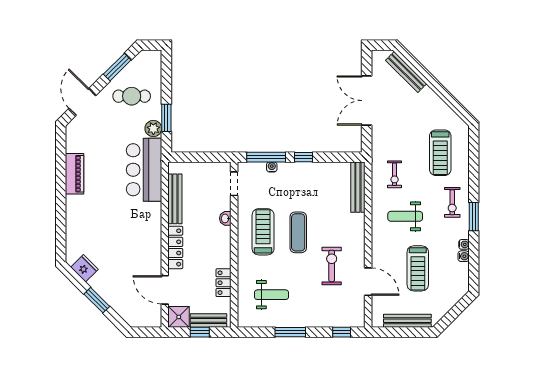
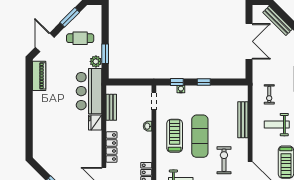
double door: (367, 101) -> (249, 41), swing flipped
window: (266, 157) -> (177, 82), width x0.46
piano: (75, 174) -> (39, 76), moved
bench: (358, 187) -> (243, 120), moved
bench: (175, 199) -> (111, 107), width x0.73
exercise mat: (298, 232) -> (200, 136), width x1.36, depth x1.45
fridge: (84, 268) -> (95, 122), moved, turned -135

